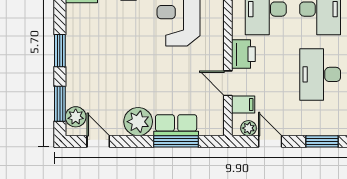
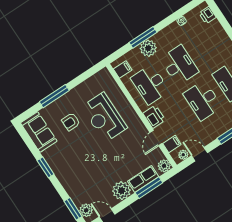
window: (60, 51) -> (46, 167), moved
door: (228, 83) -> (156, 138), hinge flipped
plant: (214, 126) -> (164, 166), added

